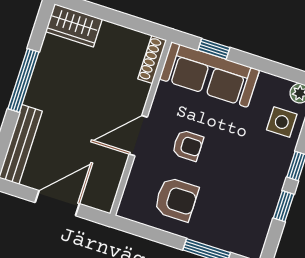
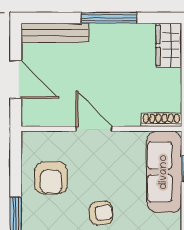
armchair: (188, 145) -> (101, 213), moved, turned -97

